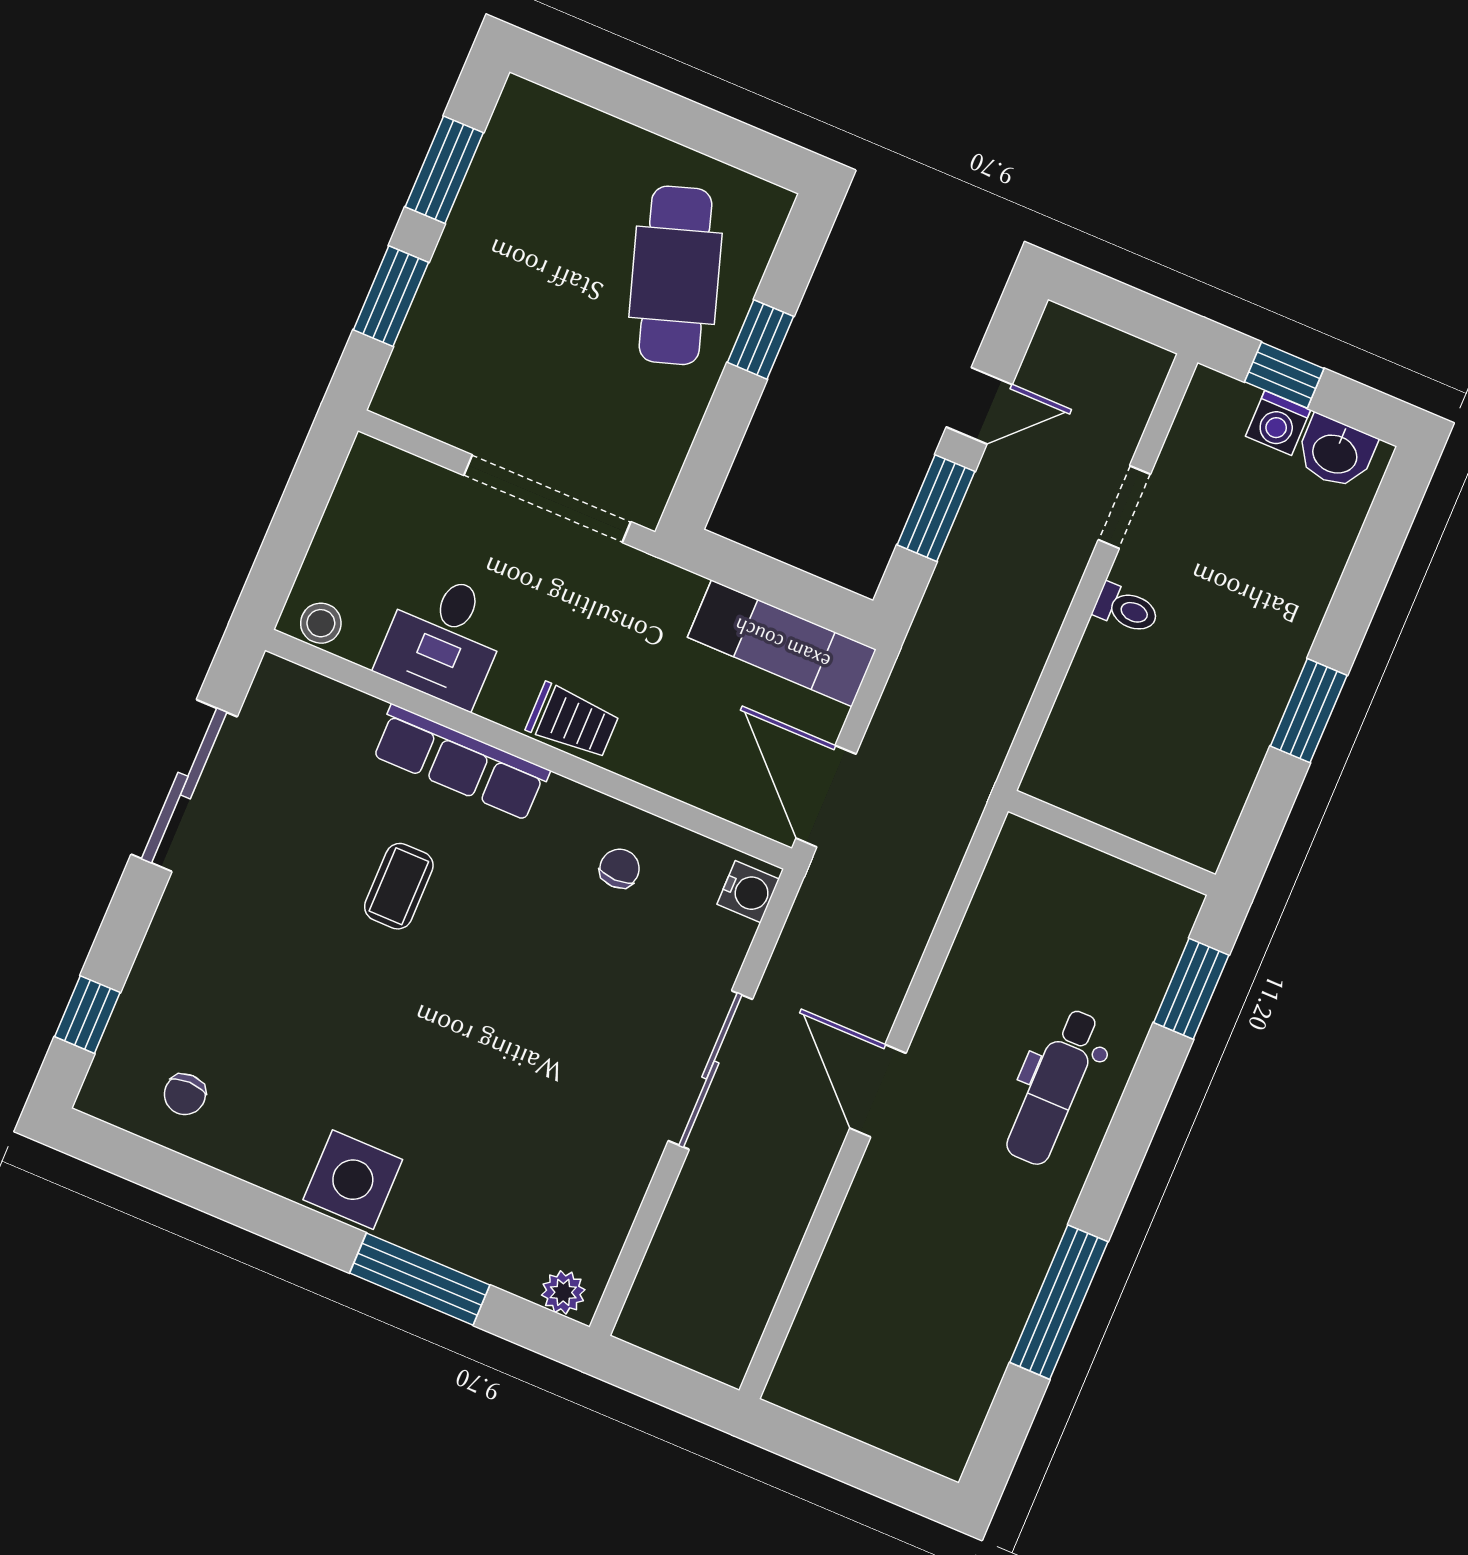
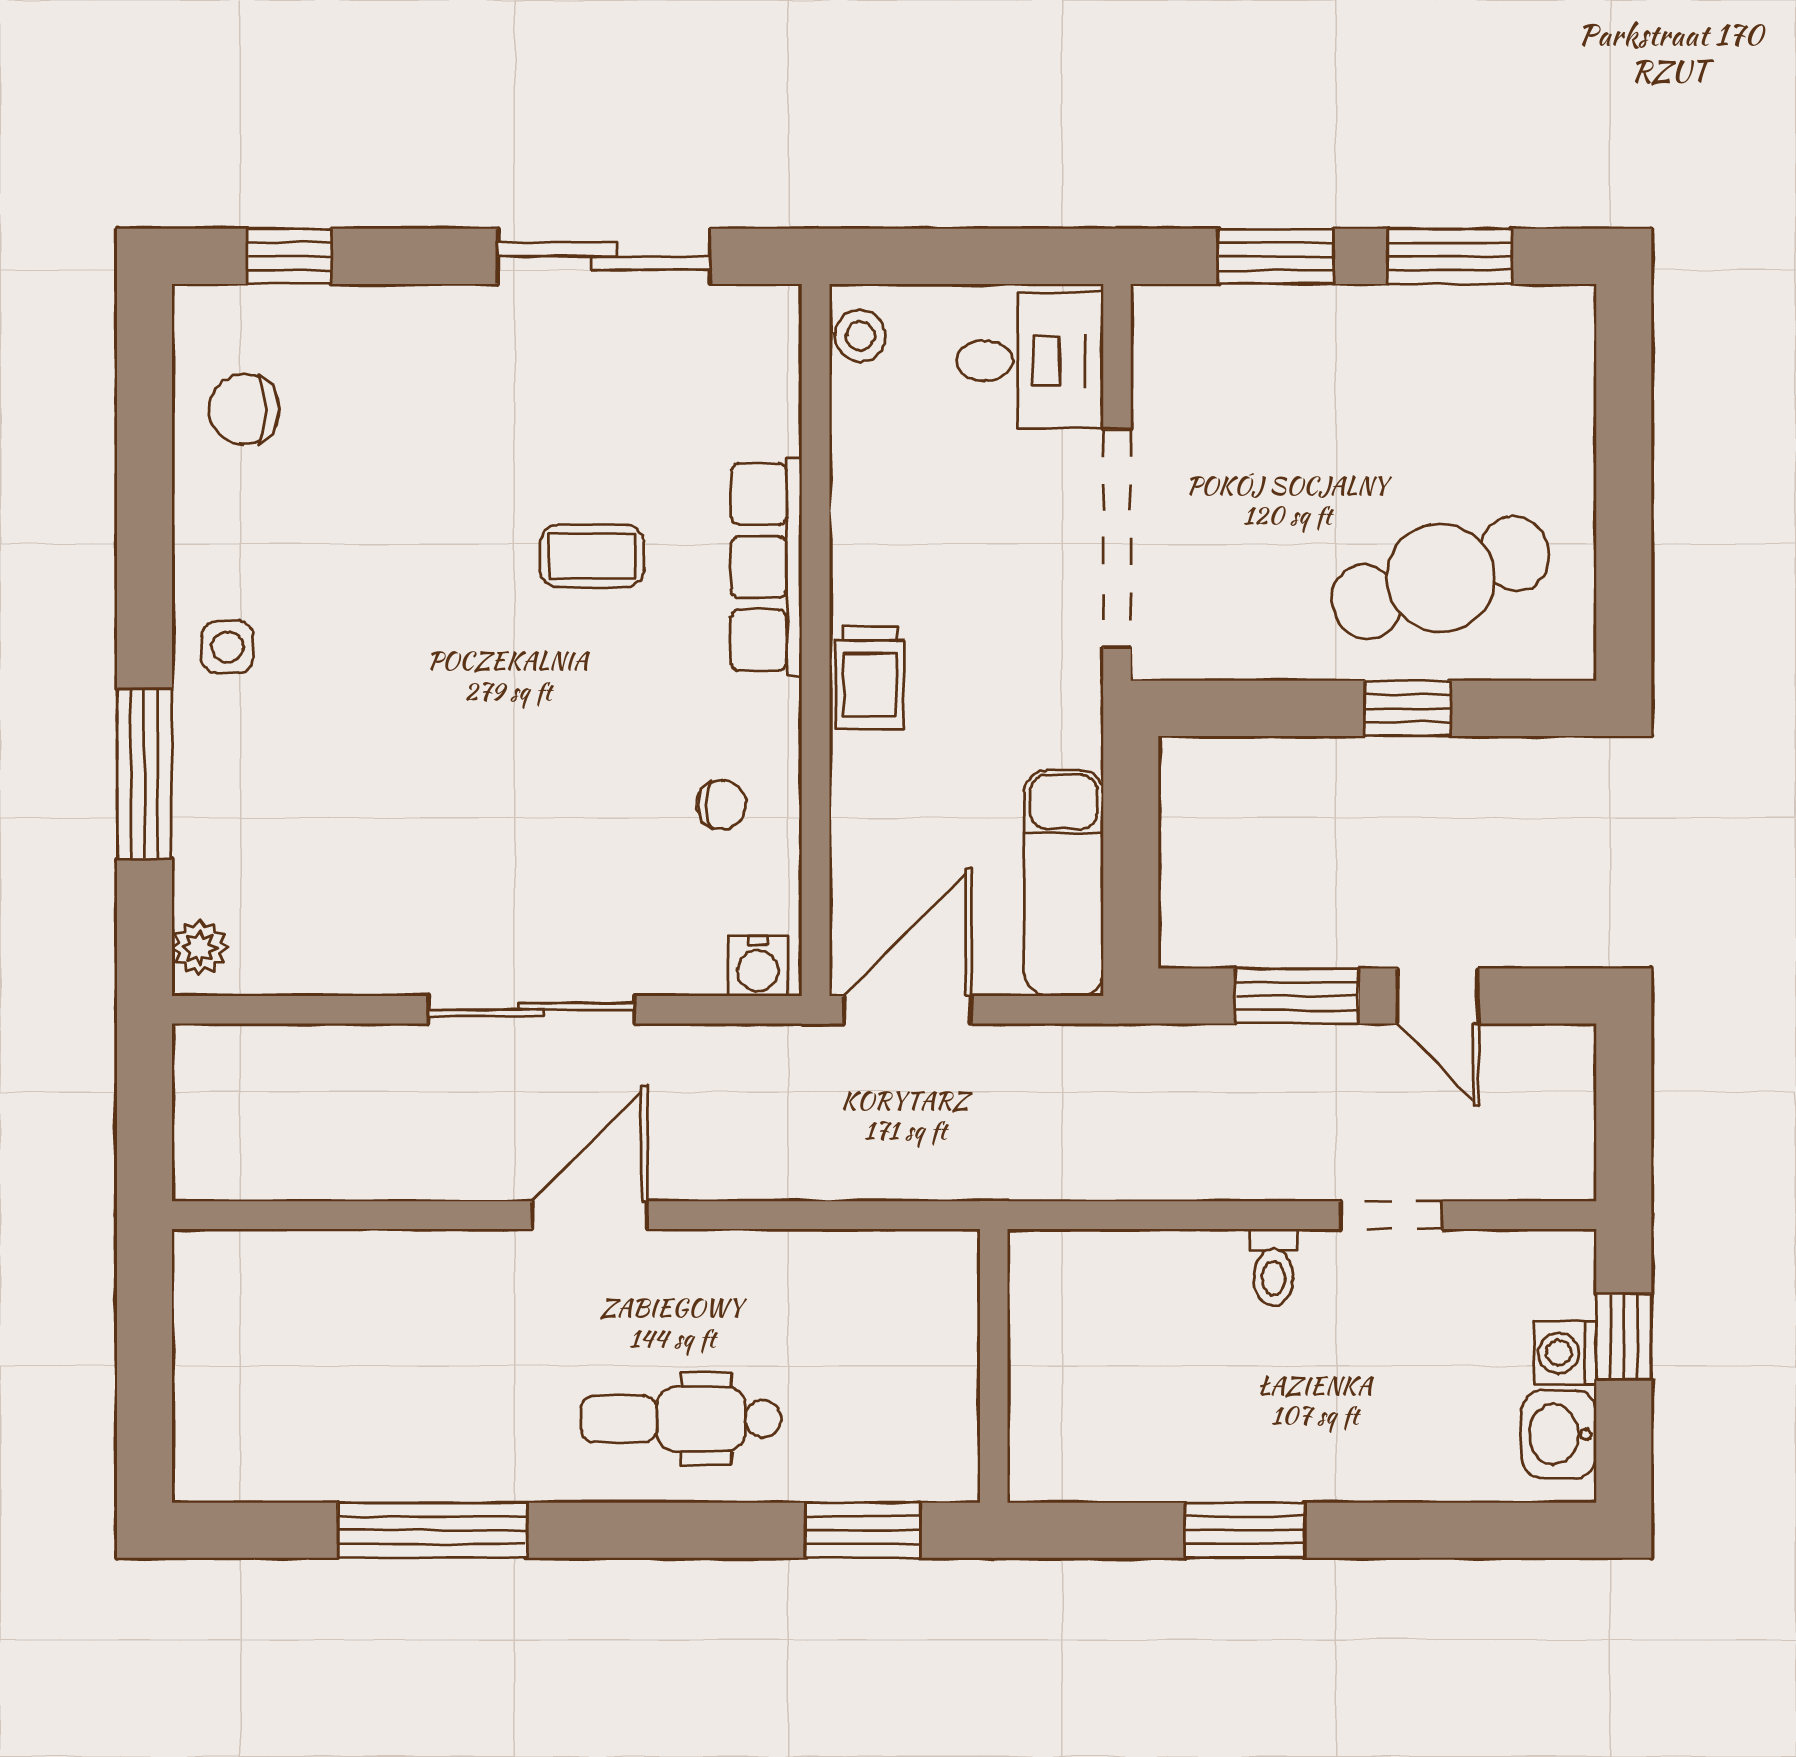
desk: (444, 639) -> (1030, 360), moved, turned 180
chair: (185, 1094) -> (244, 409), width x1.37, depth x1.37
side table: (353, 1180) -> (227, 647), width x0.54, depth x0.54

